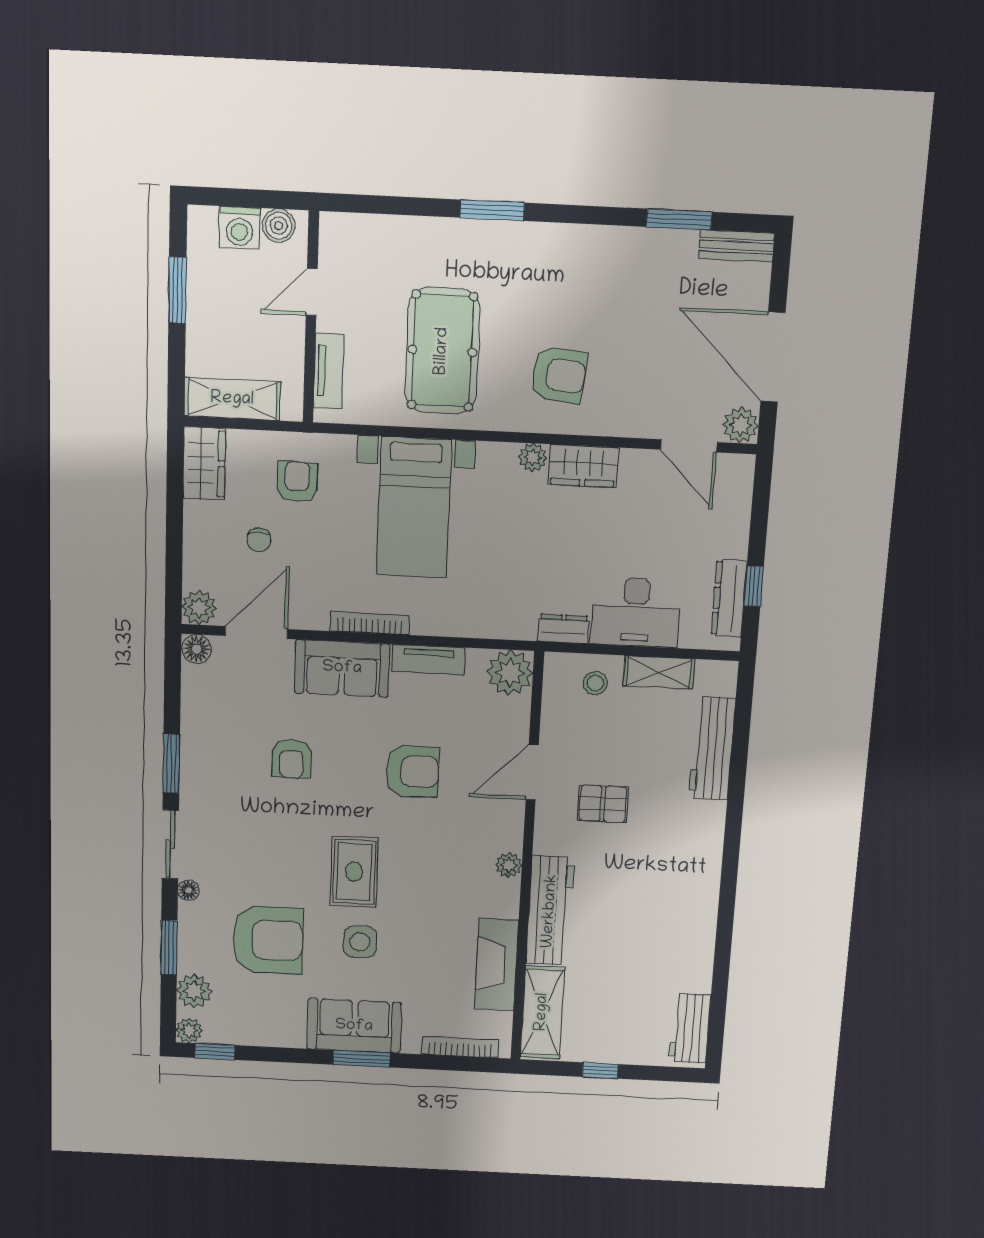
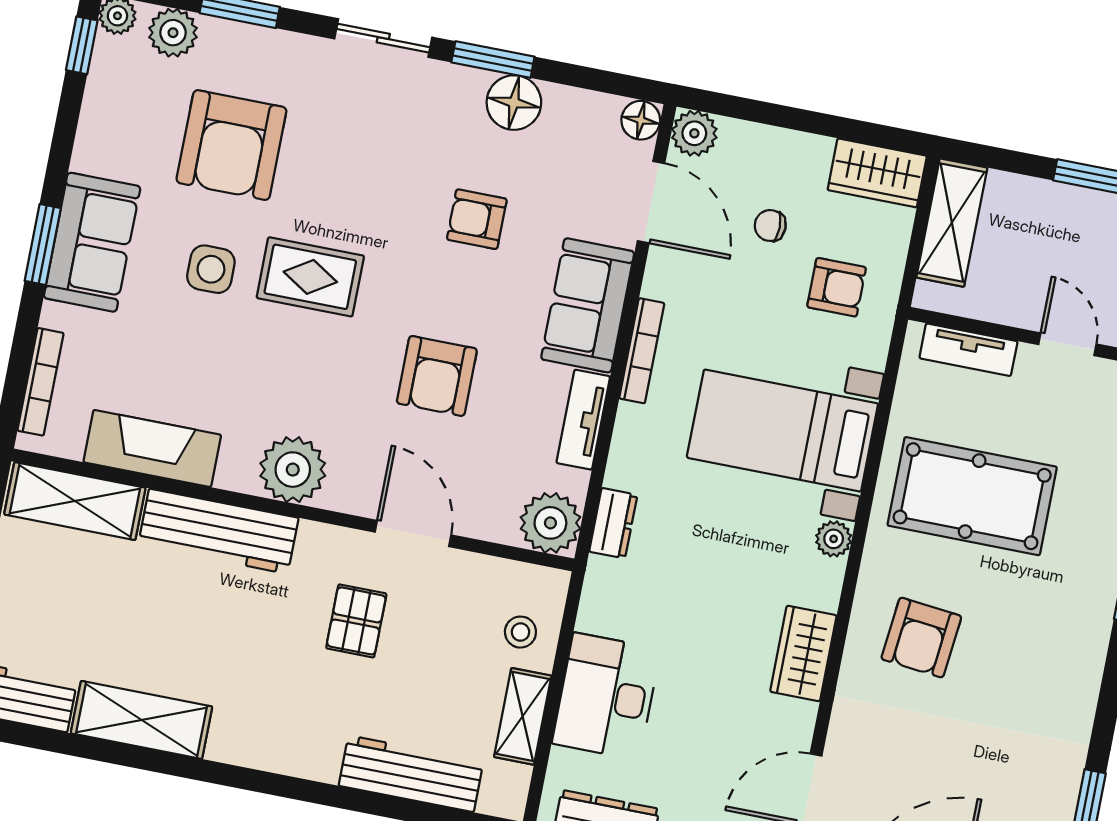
plant: (533, 458) -> (834, 539), moved
dresser: (563, 629) -> (613, 523), moved
plant: (509, 865) -> (293, 470), width x1.87, depth x1.87
floor lamp: (188, 890) -> (514, 103), moved, width x1.89, depth x1.89
shelving: (696, 945) -> (142, 720), added

